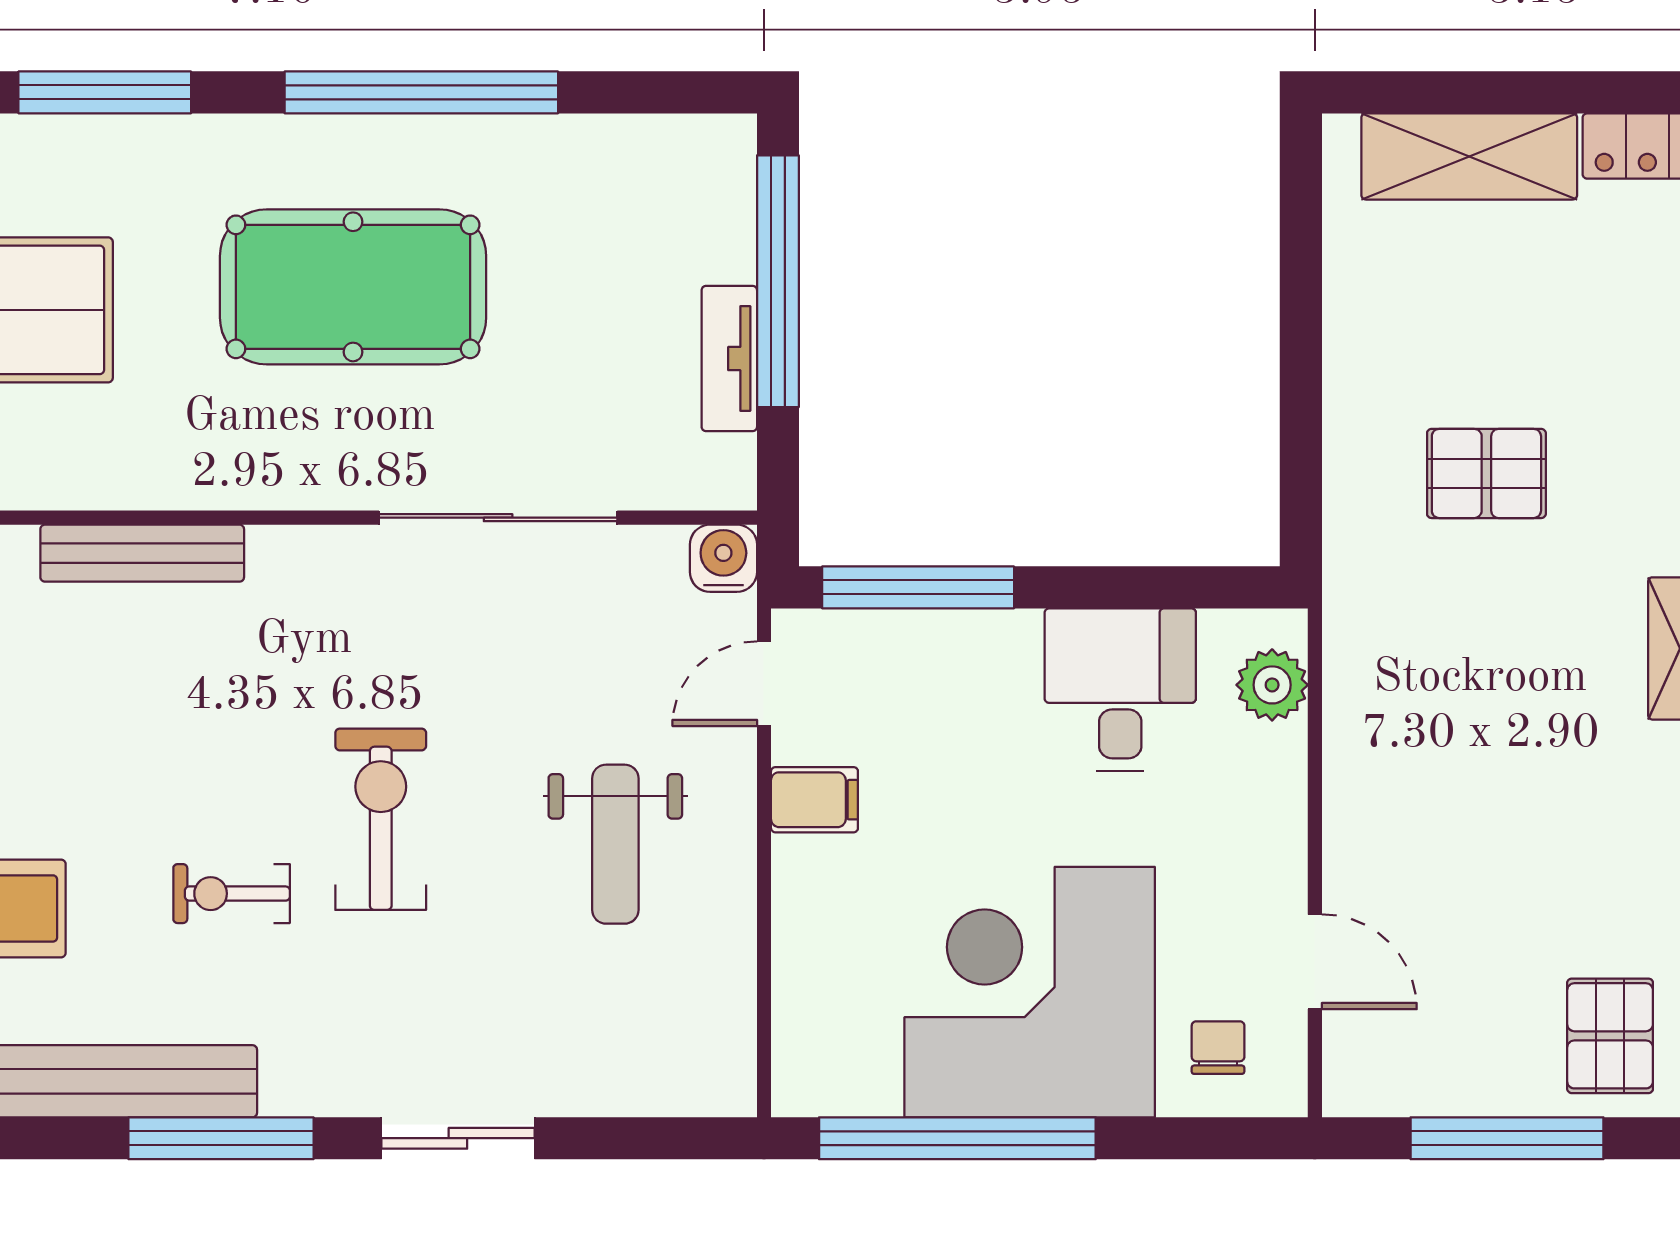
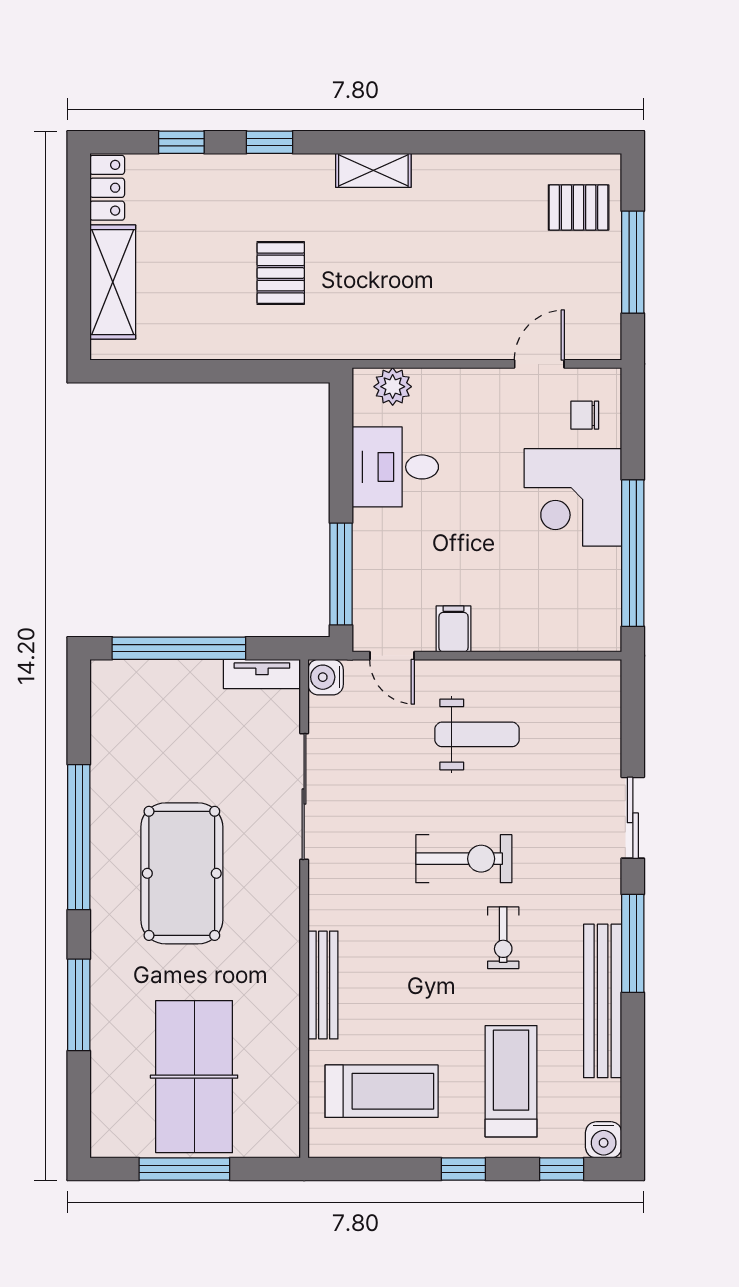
tv unit: (729, 359) -> (262, 674), moved
exercise bike: (381, 819) -> (464, 859), turned 180
corner desk: (1030, 992) -> (573, 497), width x0.74, depth x0.74

